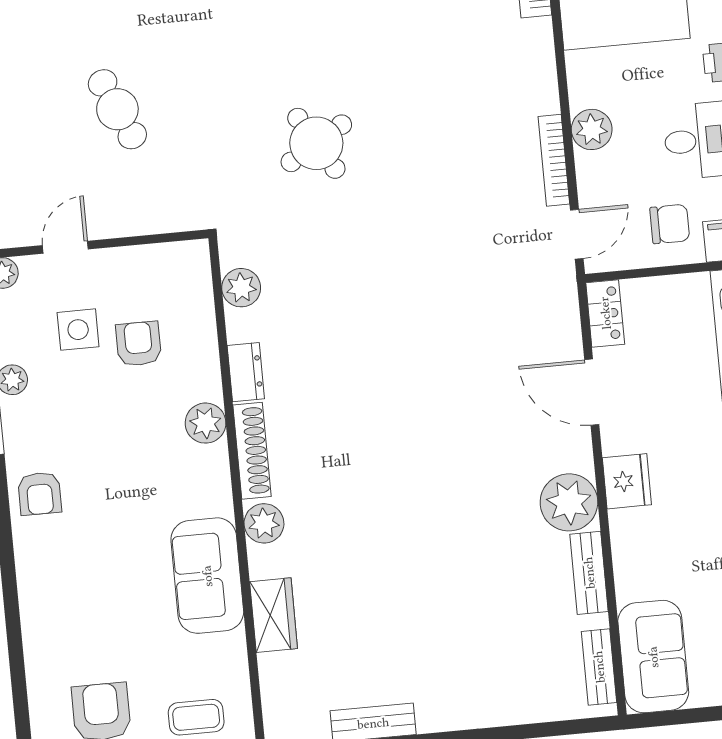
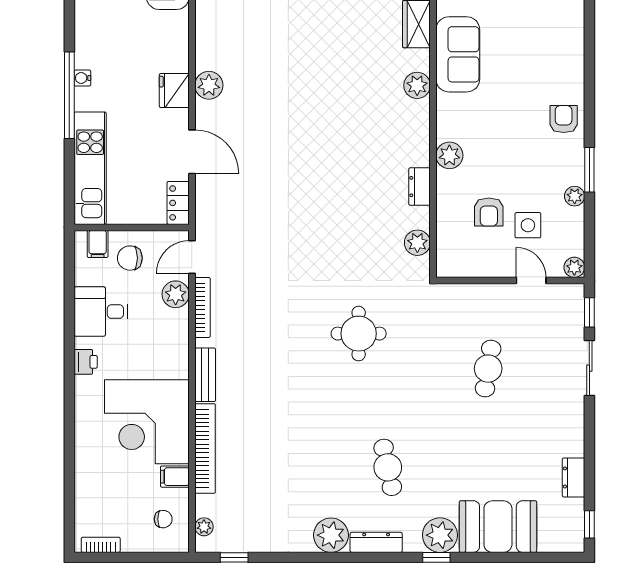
cafe table: (117, 109) -> (488, 369), turned 33
plant: (592, 129) -> (176, 294), moved
round table: (316, 143) -> (359, 334), turned 31
door: (65, 247) -> (531, 280), swing flipped
shoe rack: (252, 451) -> (420, 134), removed
plant: (569, 502) -> (209, 85), width x0.73, depth x0.73
bench: (589, 573) -> (205, 375), moved

